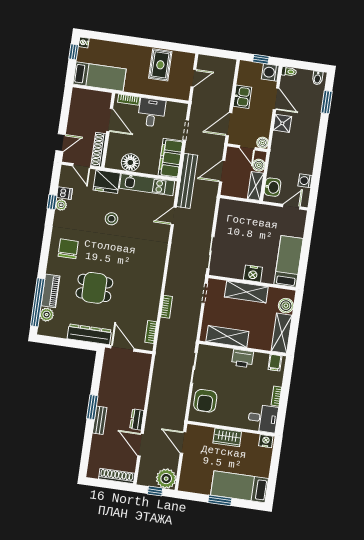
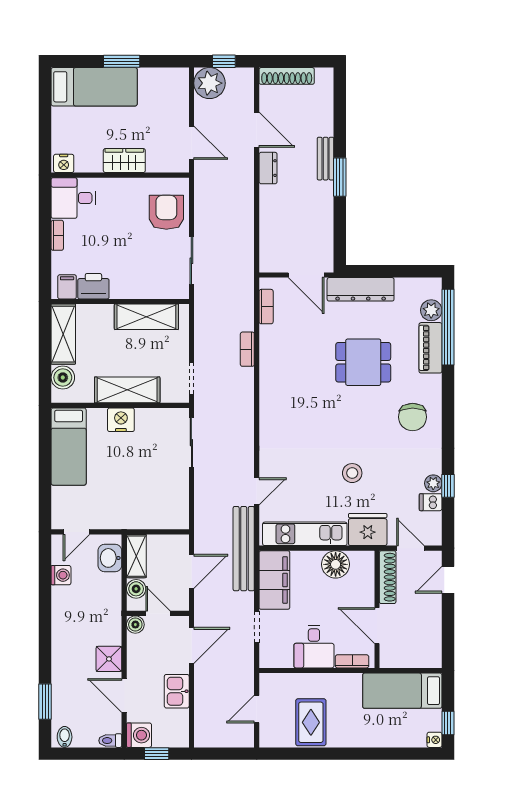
printer: (242, 358) -> (93, 286), moved

